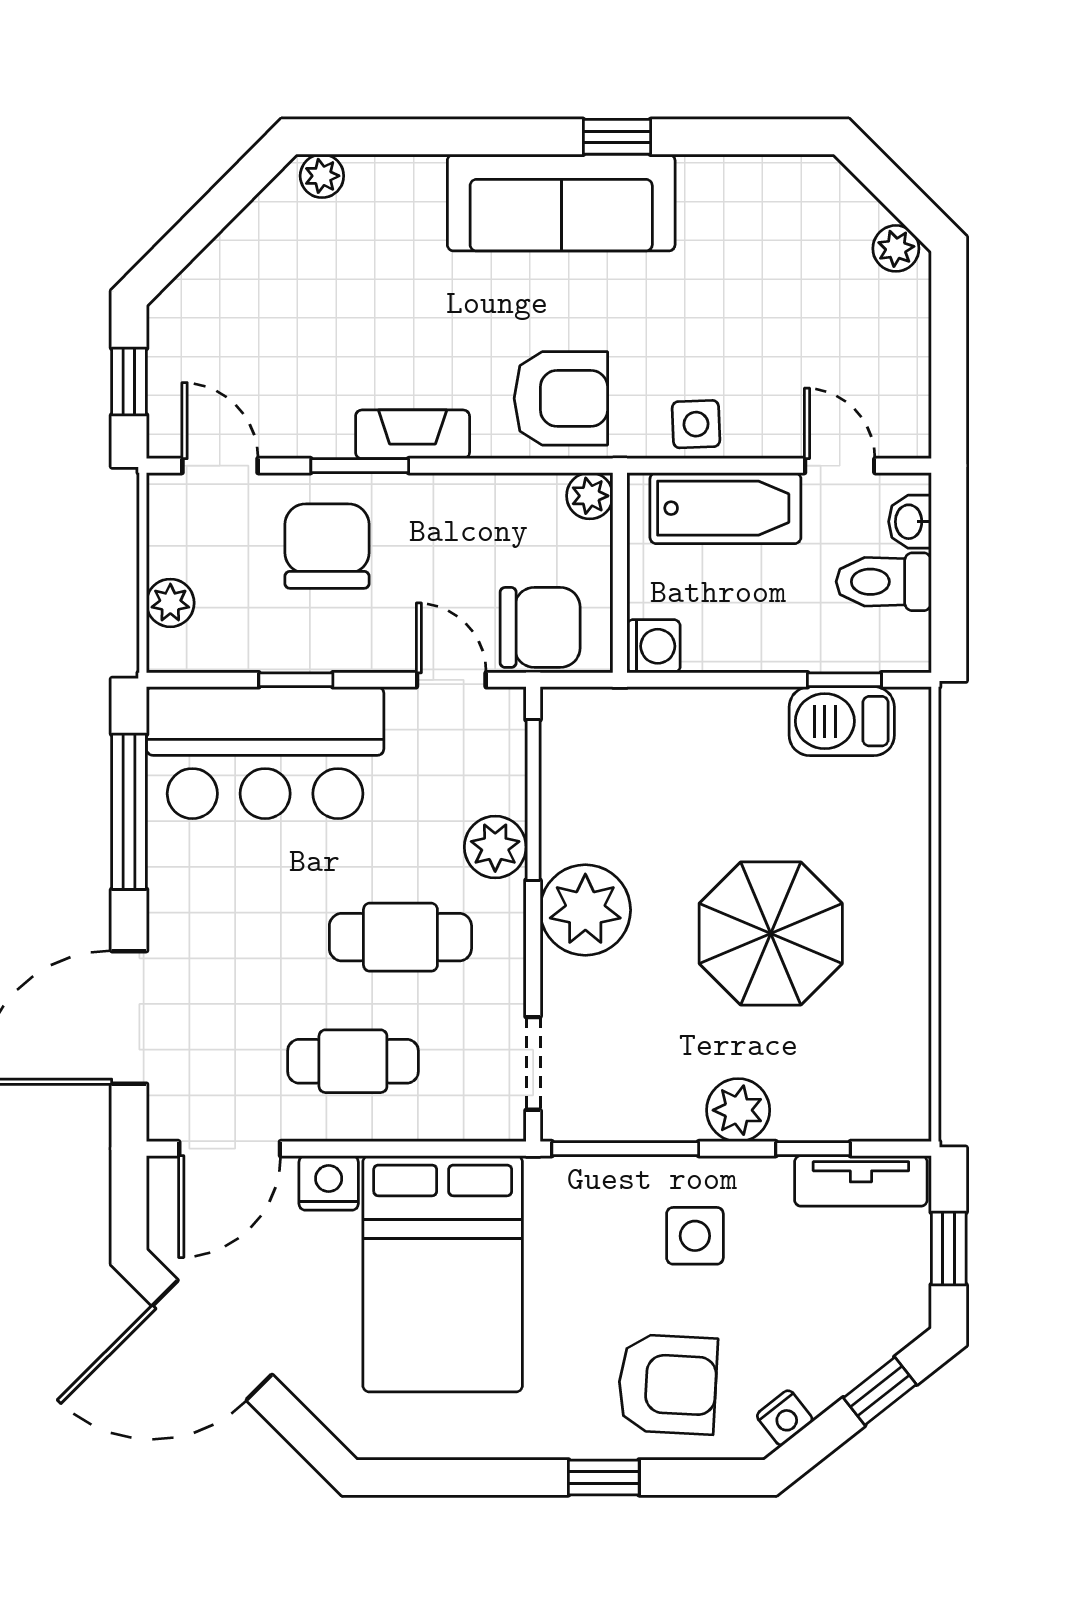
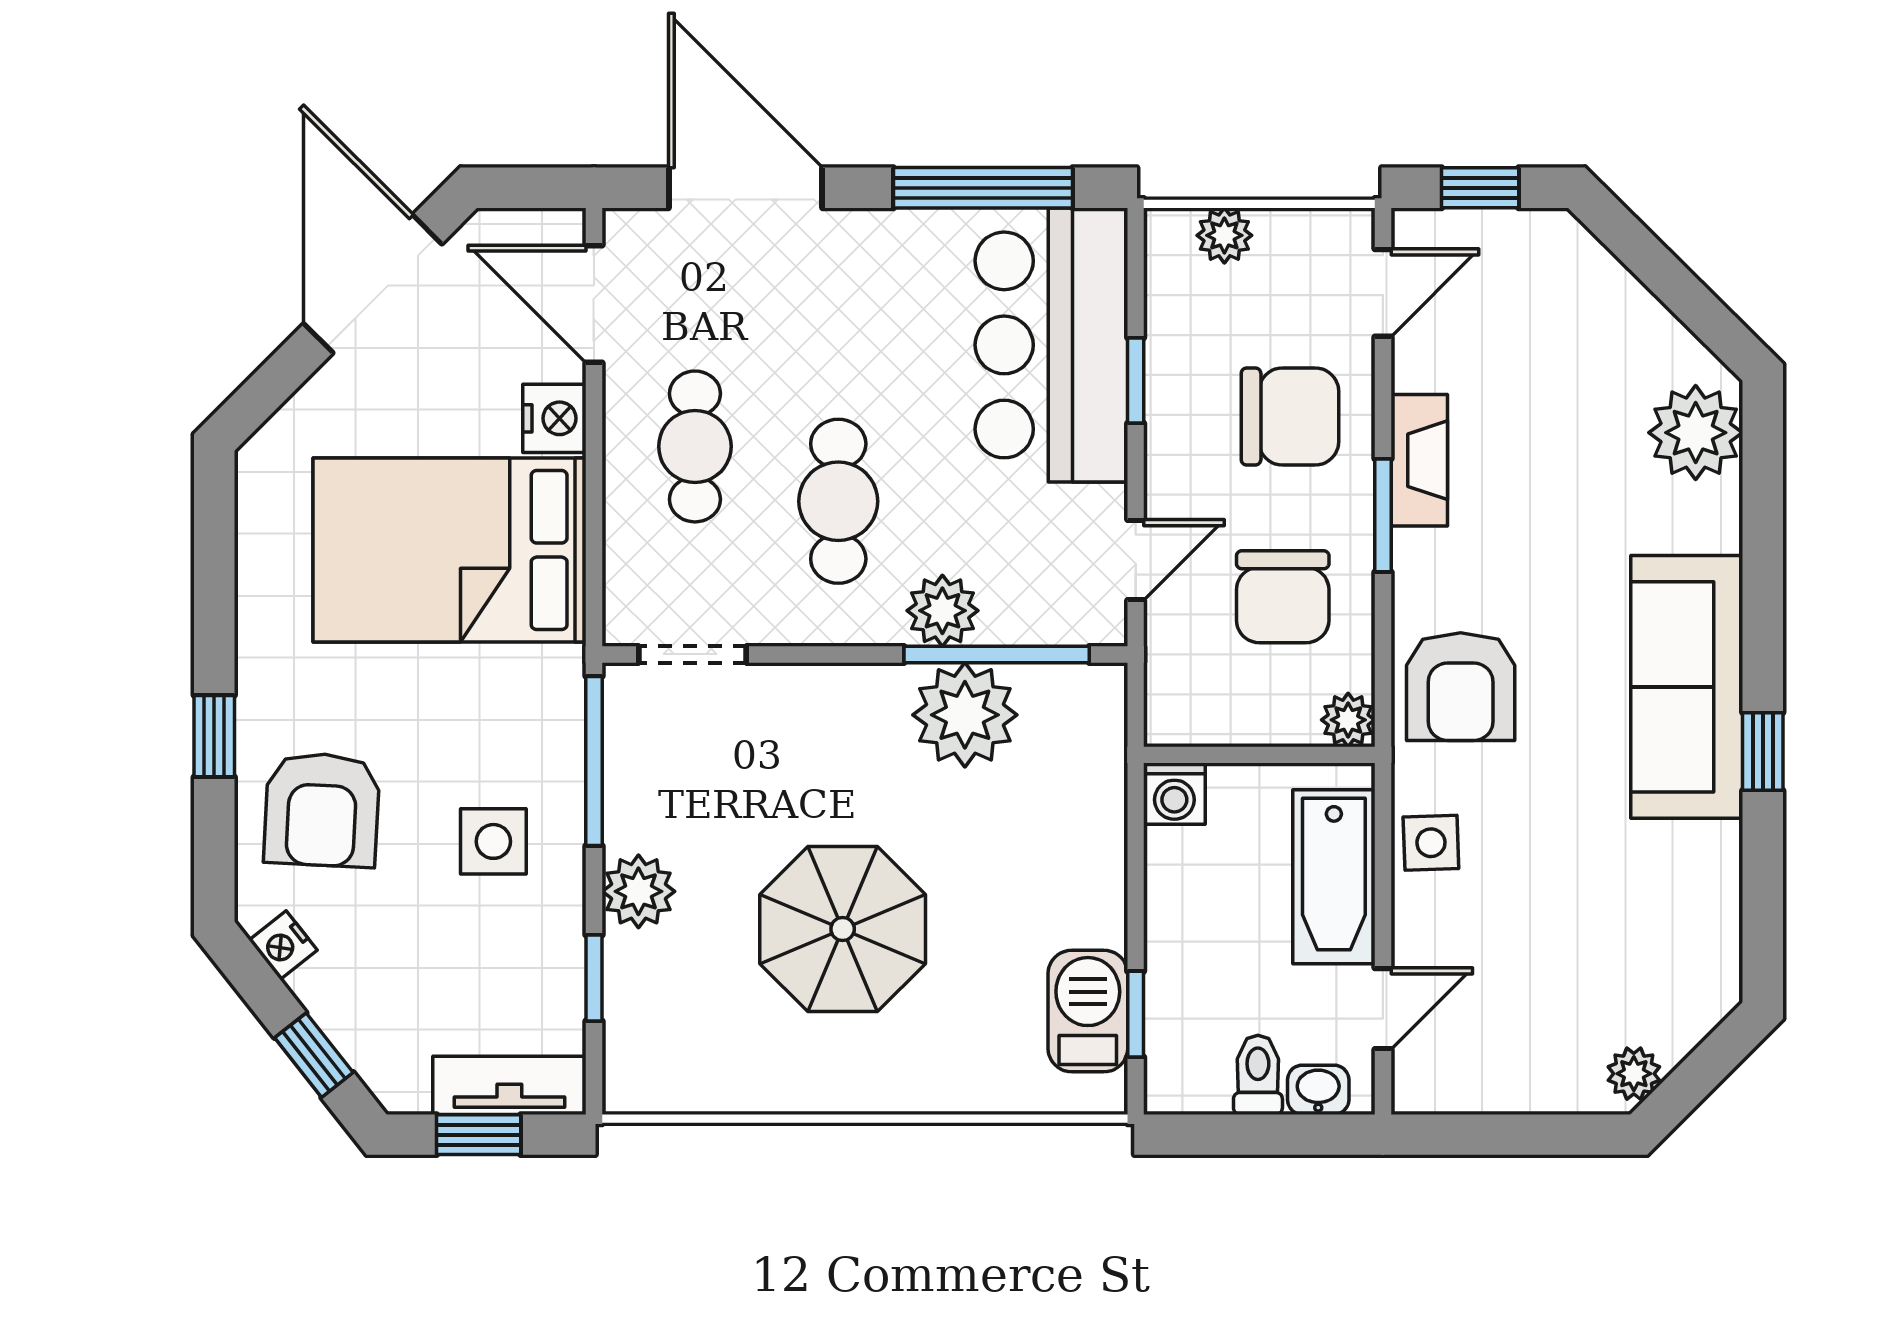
plant: (322, 176) -> (1696, 433), width x1.87, depth x1.87
fireplace: (413, 434) -> (1419, 460), moved
window: (360, 466) -> (1383, 515), moved
toilet: (884, 582) -> (1258, 1075), width x0.73, depth x0.72
chair: (540, 627) -> (1283, 597), moved
plant: (585, 910) -> (965, 715), moved
tv unit: (861, 1181) -> (509, 1085), moved, turned 90

